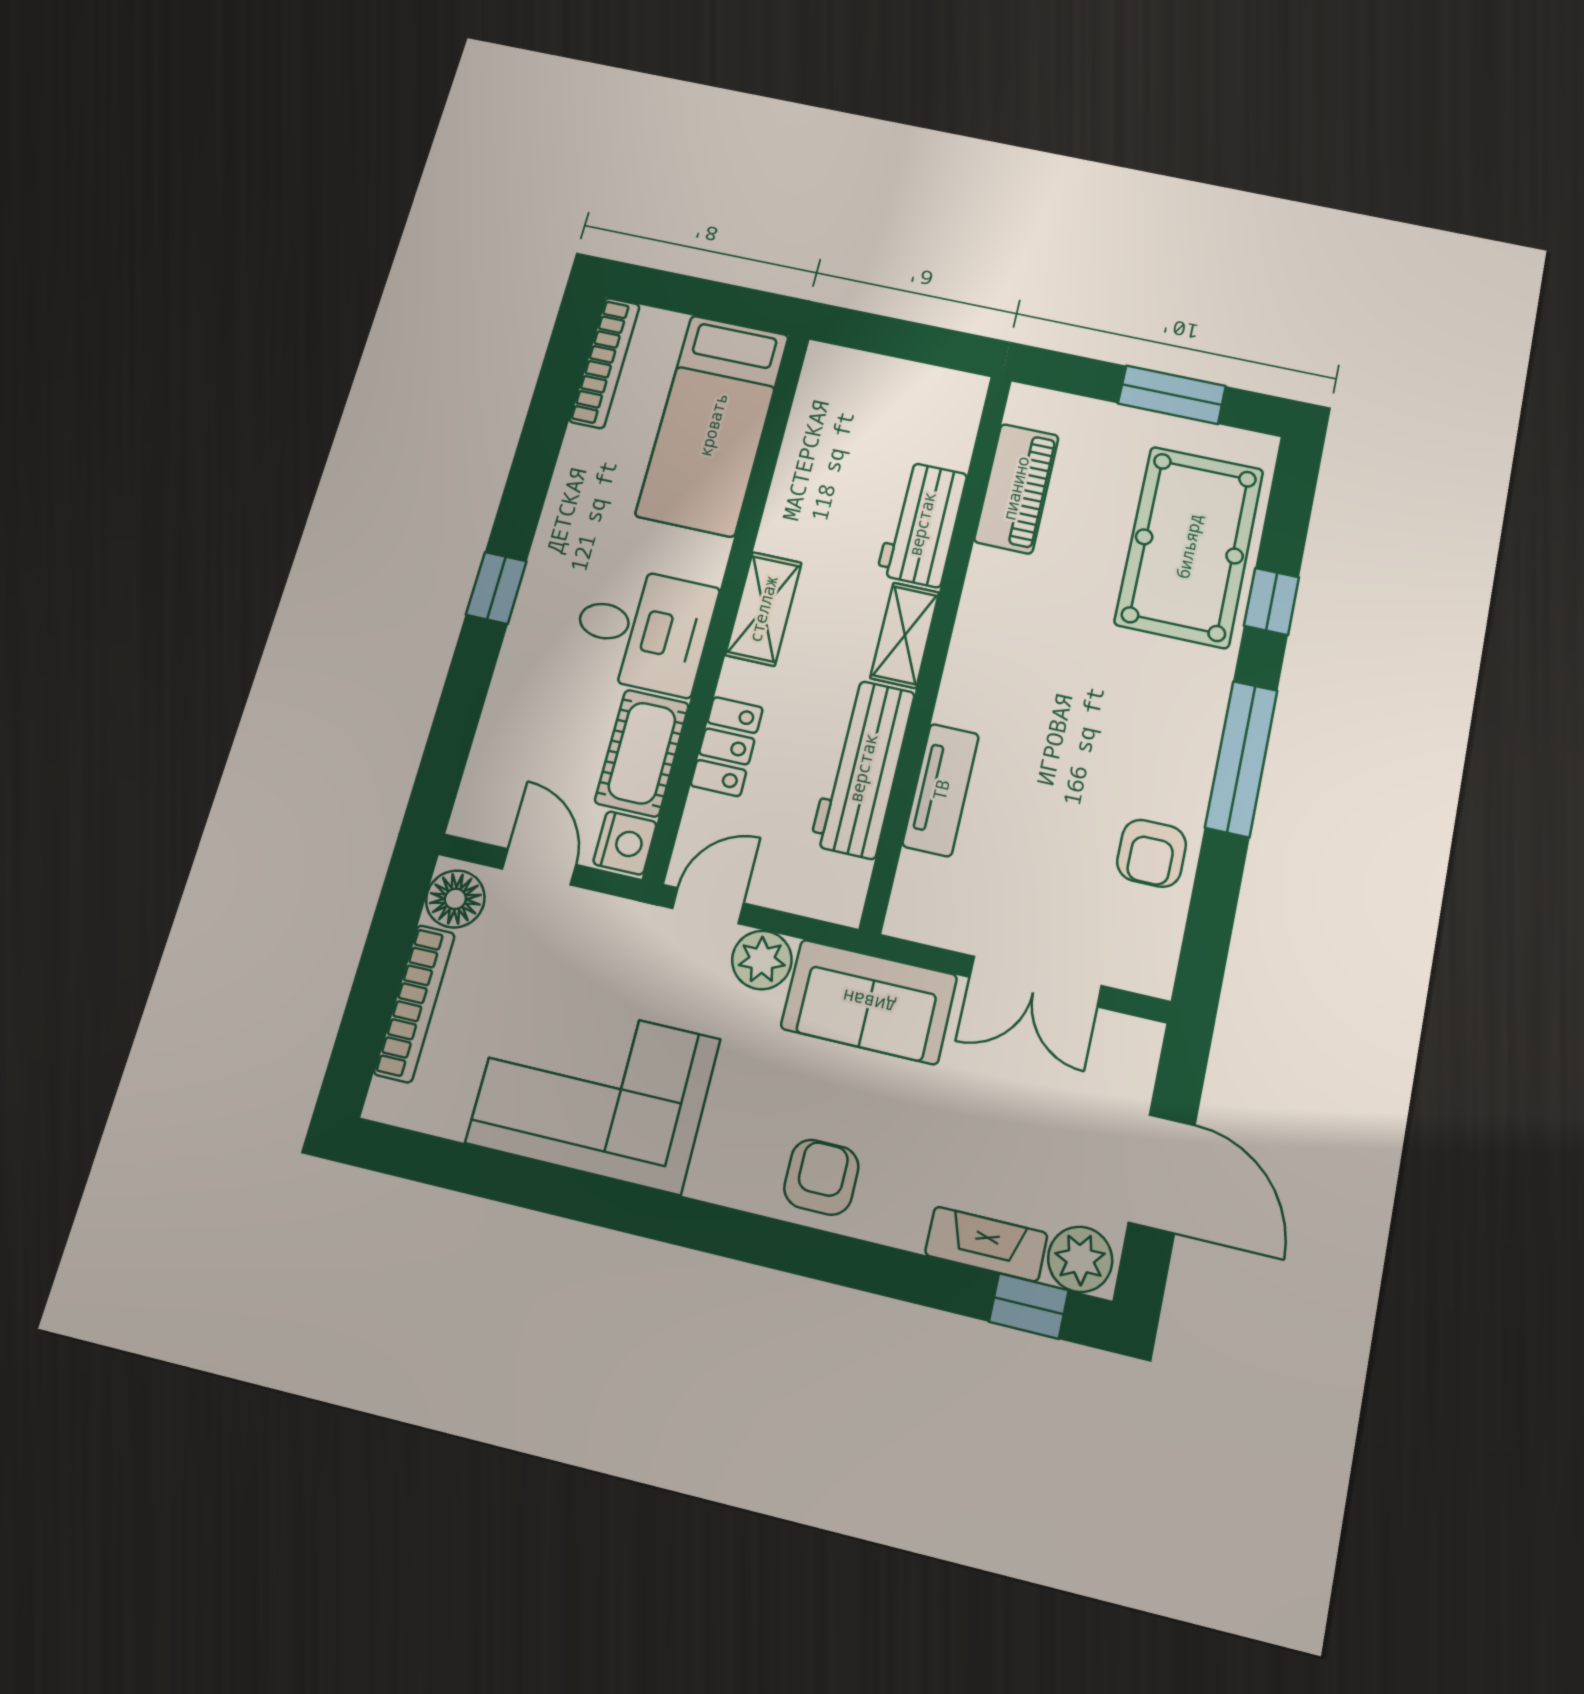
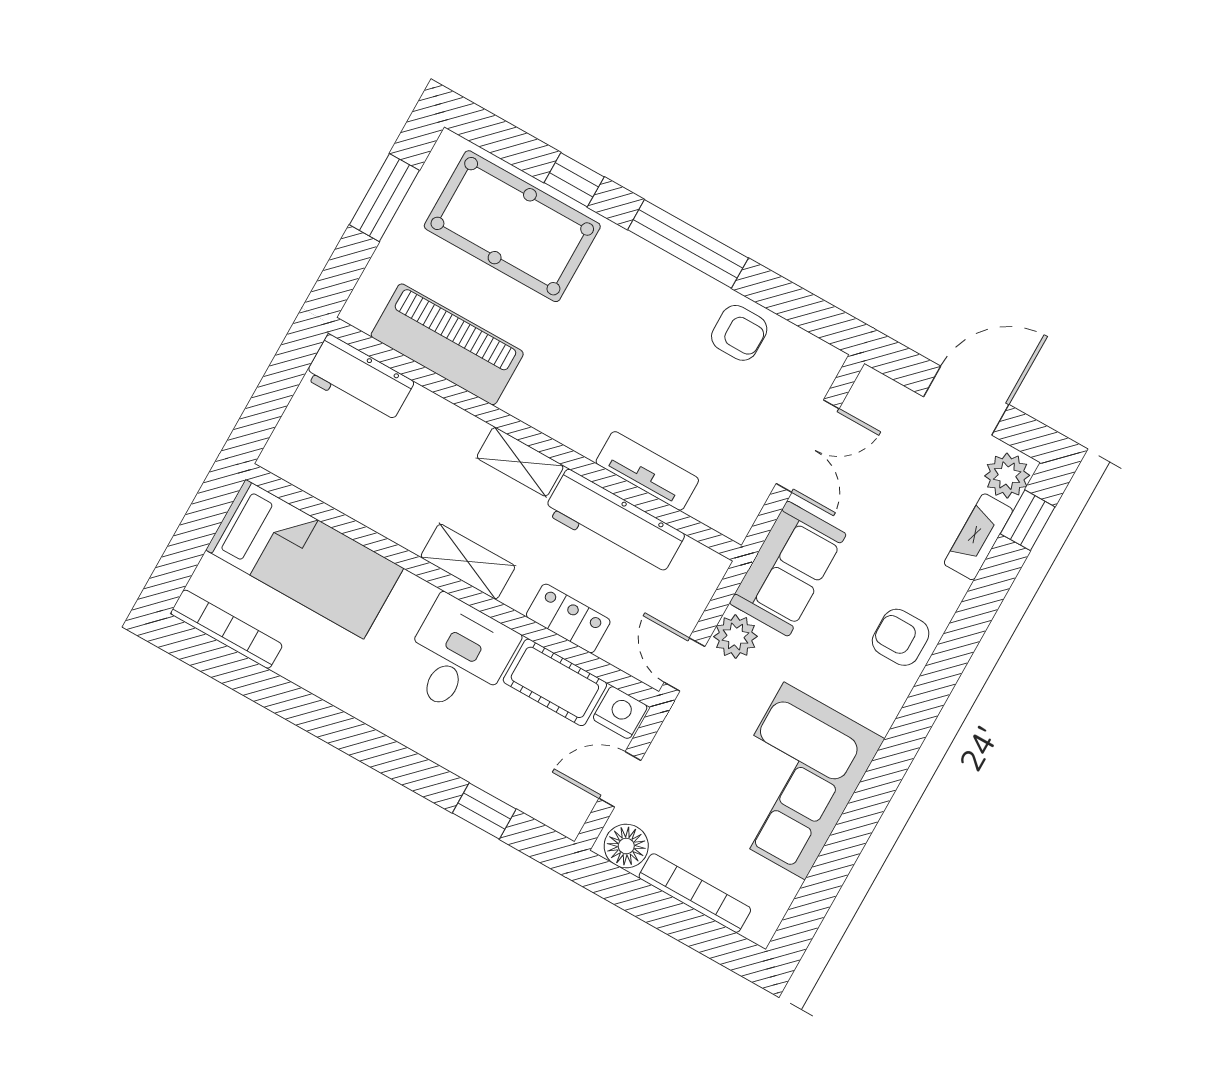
piano: (1016, 488) -> (447, 344), width x1.37, depth x1.33
workbench: (922, 524) -> (359, 380), moved
window: (496, 588) -> (484, 811), moved

